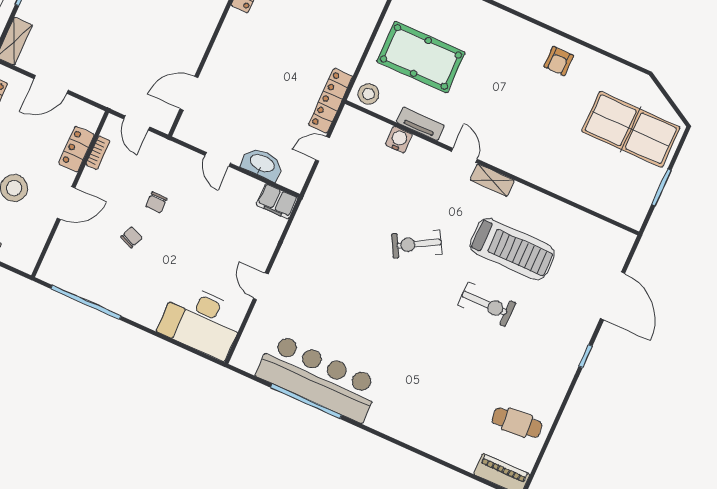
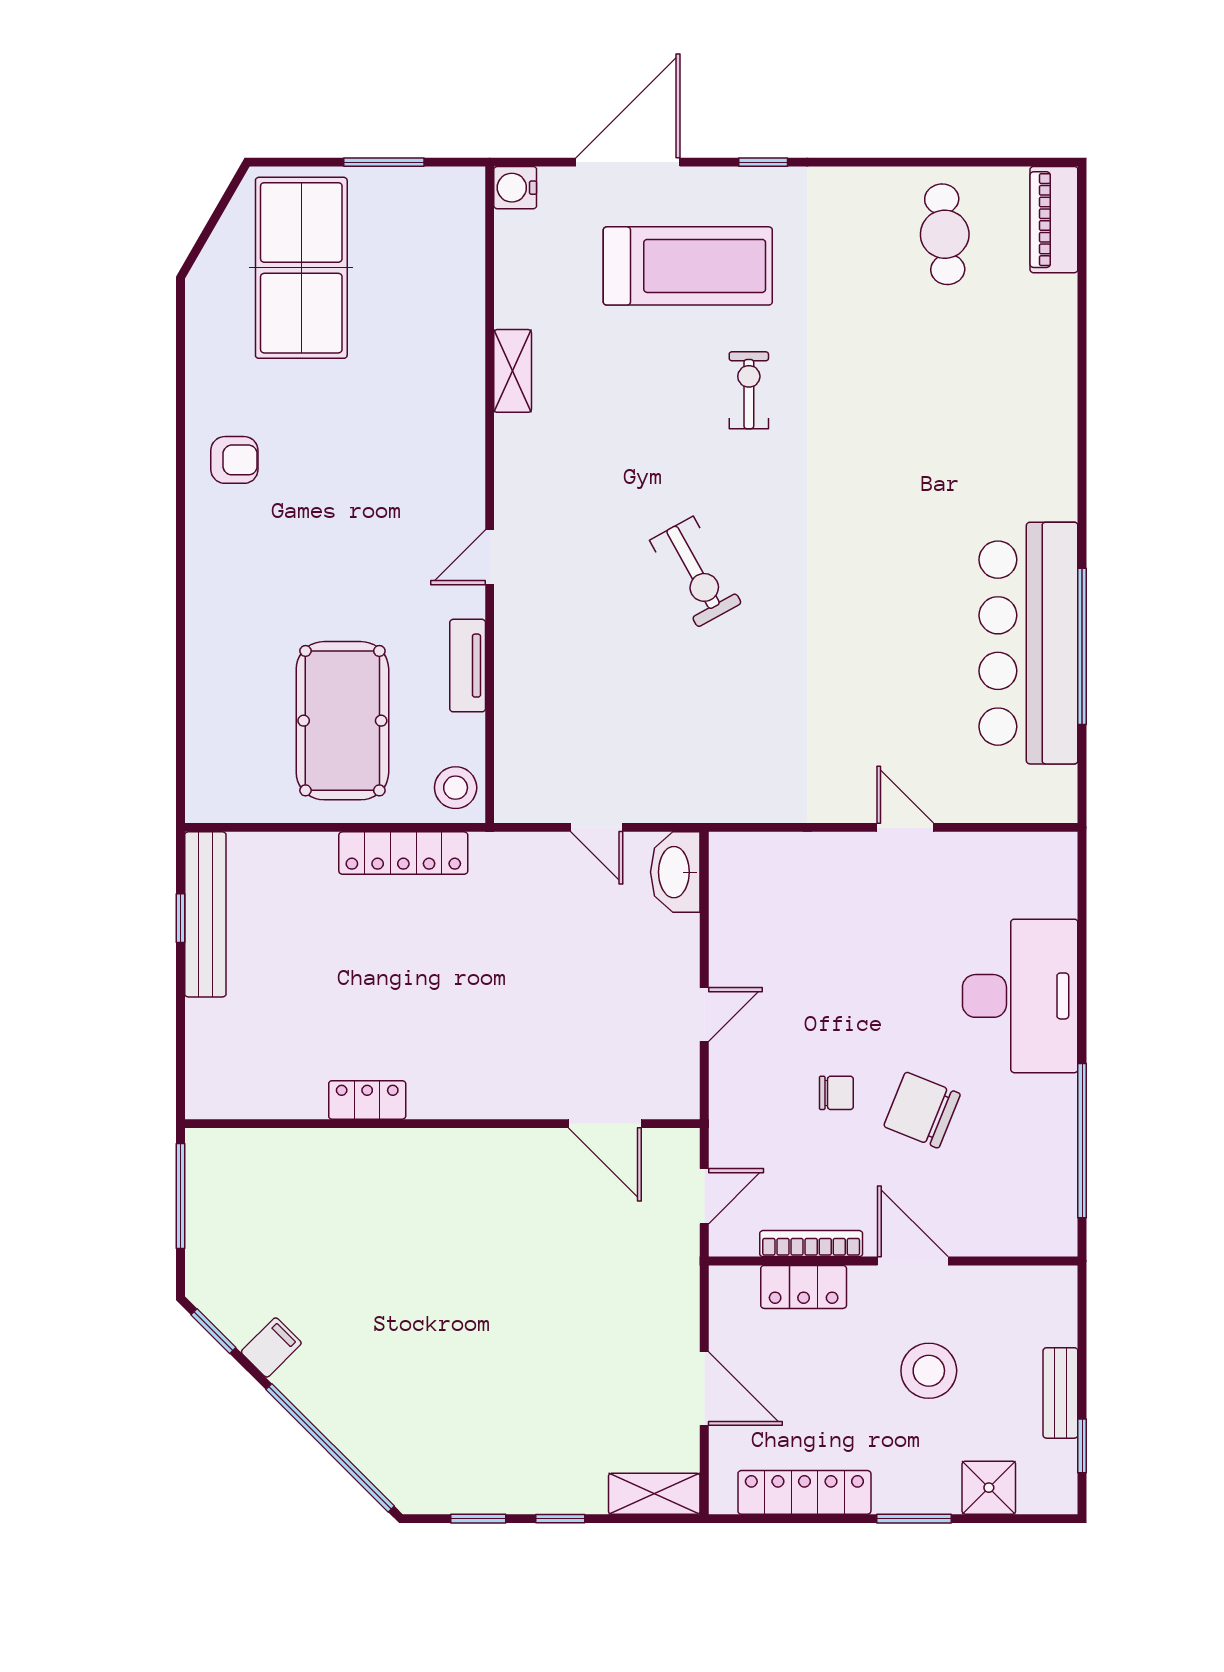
locker: (330, 101) -> (403, 853), moved
water cooler: (399, 140) -> (515, 188), moved
bookcase: (98, 153) -> (811, 1244), width x1.56
washbasin: (262, 164) -> (675, 872), moved
shelving: (492, 180) -> (513, 371), moved
filing cabinet: (277, 201) -> (733, 868), removed
chair: (132, 237) -> (922, 1110), width x1.87, depth x1.87
treadmill: (512, 249) -> (688, 266), moved, turned 90
door: (261, 286) -> (905, 827), swing flipped
exercise bike: (487, 304) -> (749, 390), width x0.73, depth x0.72
desk: (202, 321) -> (1020, 996), moved

